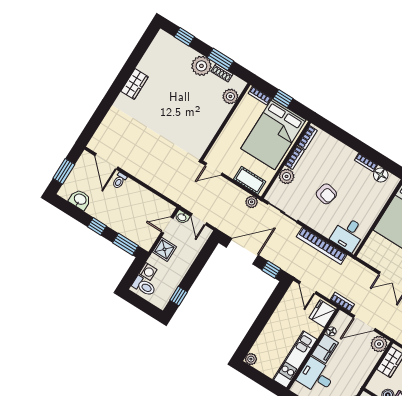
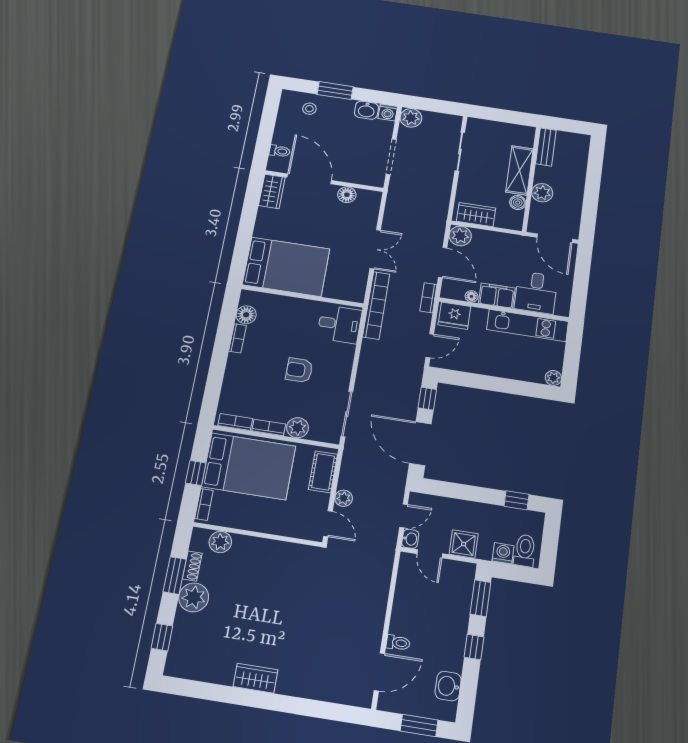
armchair: (326, 194) -> (299, 370), turned -103
plant: (252, 202) -> (344, 498), moved
bookcase: (322, 246) -> (376, 305), moved

